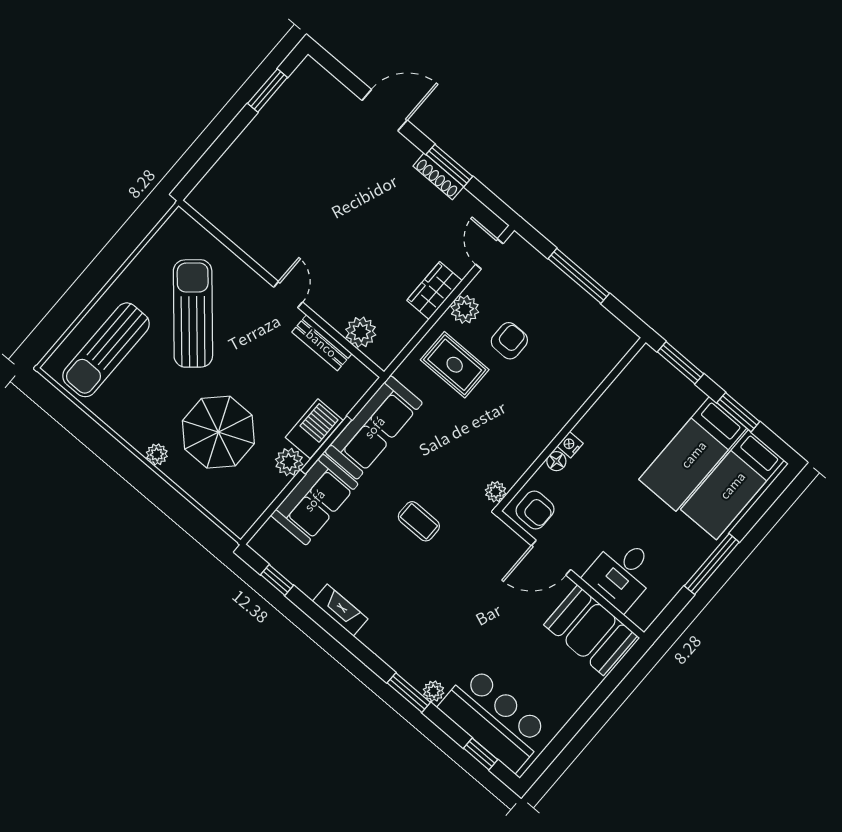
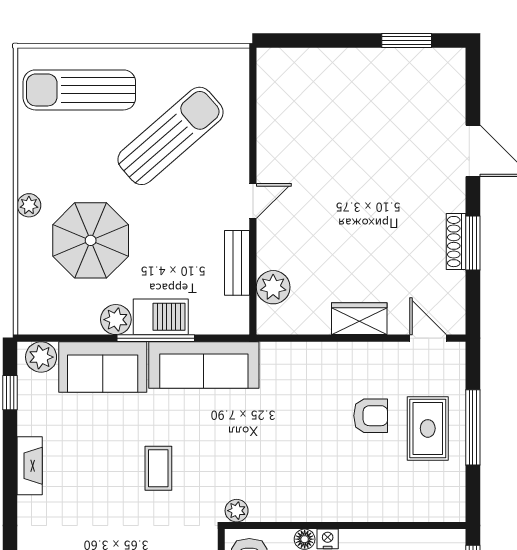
door: (489, 254) -> (428, 338), hinge flipped
plant: (465, 309) -> (41, 357), moved
rug: (455, 365) -> (428, 428), moved

